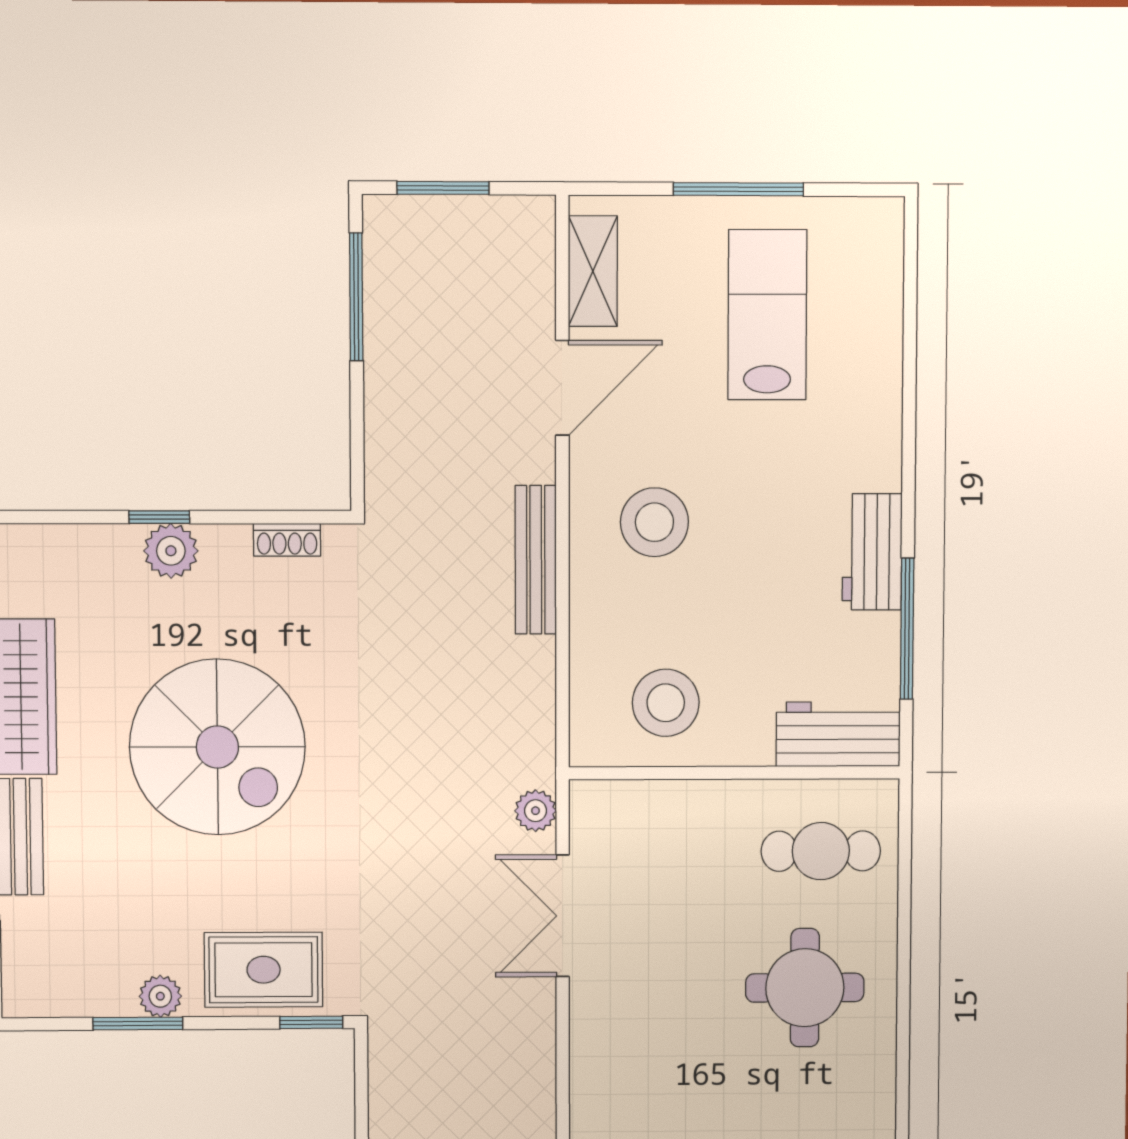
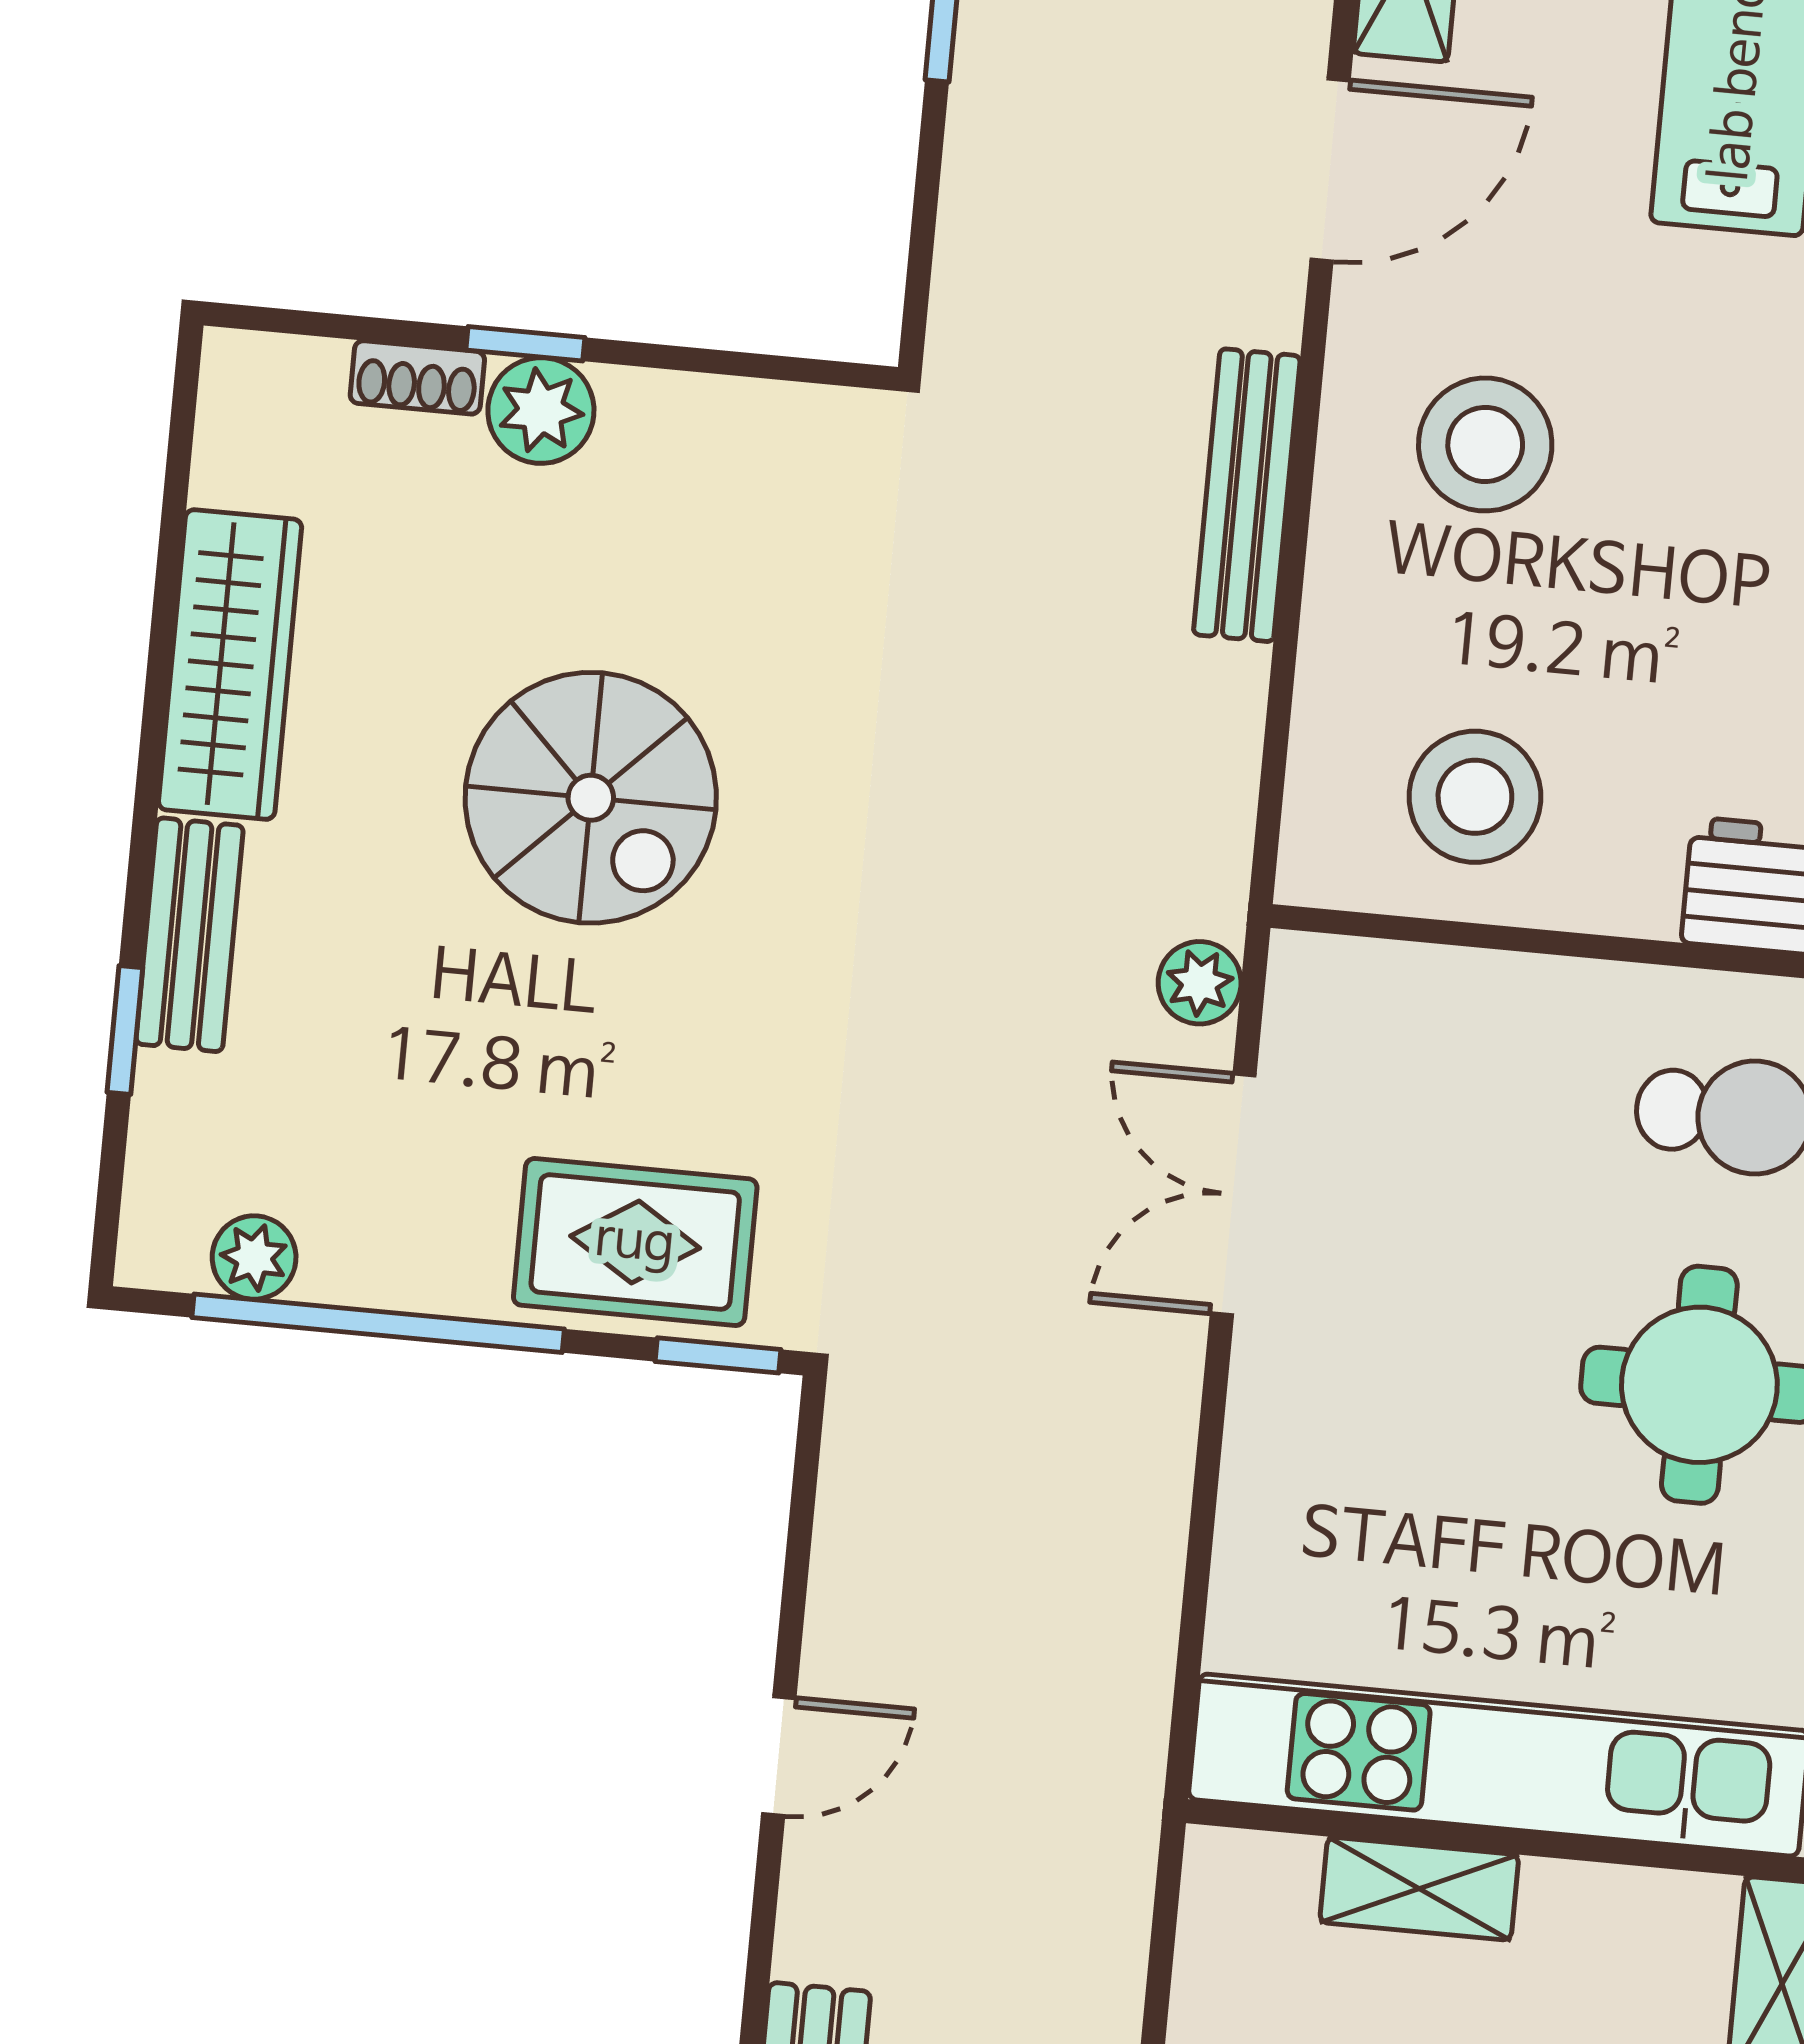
shoe rack: (287, 540) -> (417, 377), moved
spiral stairs: (217, 747) -> (591, 798), width x0.73, depth x0.73
plant: (160, 996) -> (254, 1257), moved
window: (138, 1024) -> (378, 1323), width x2.11

